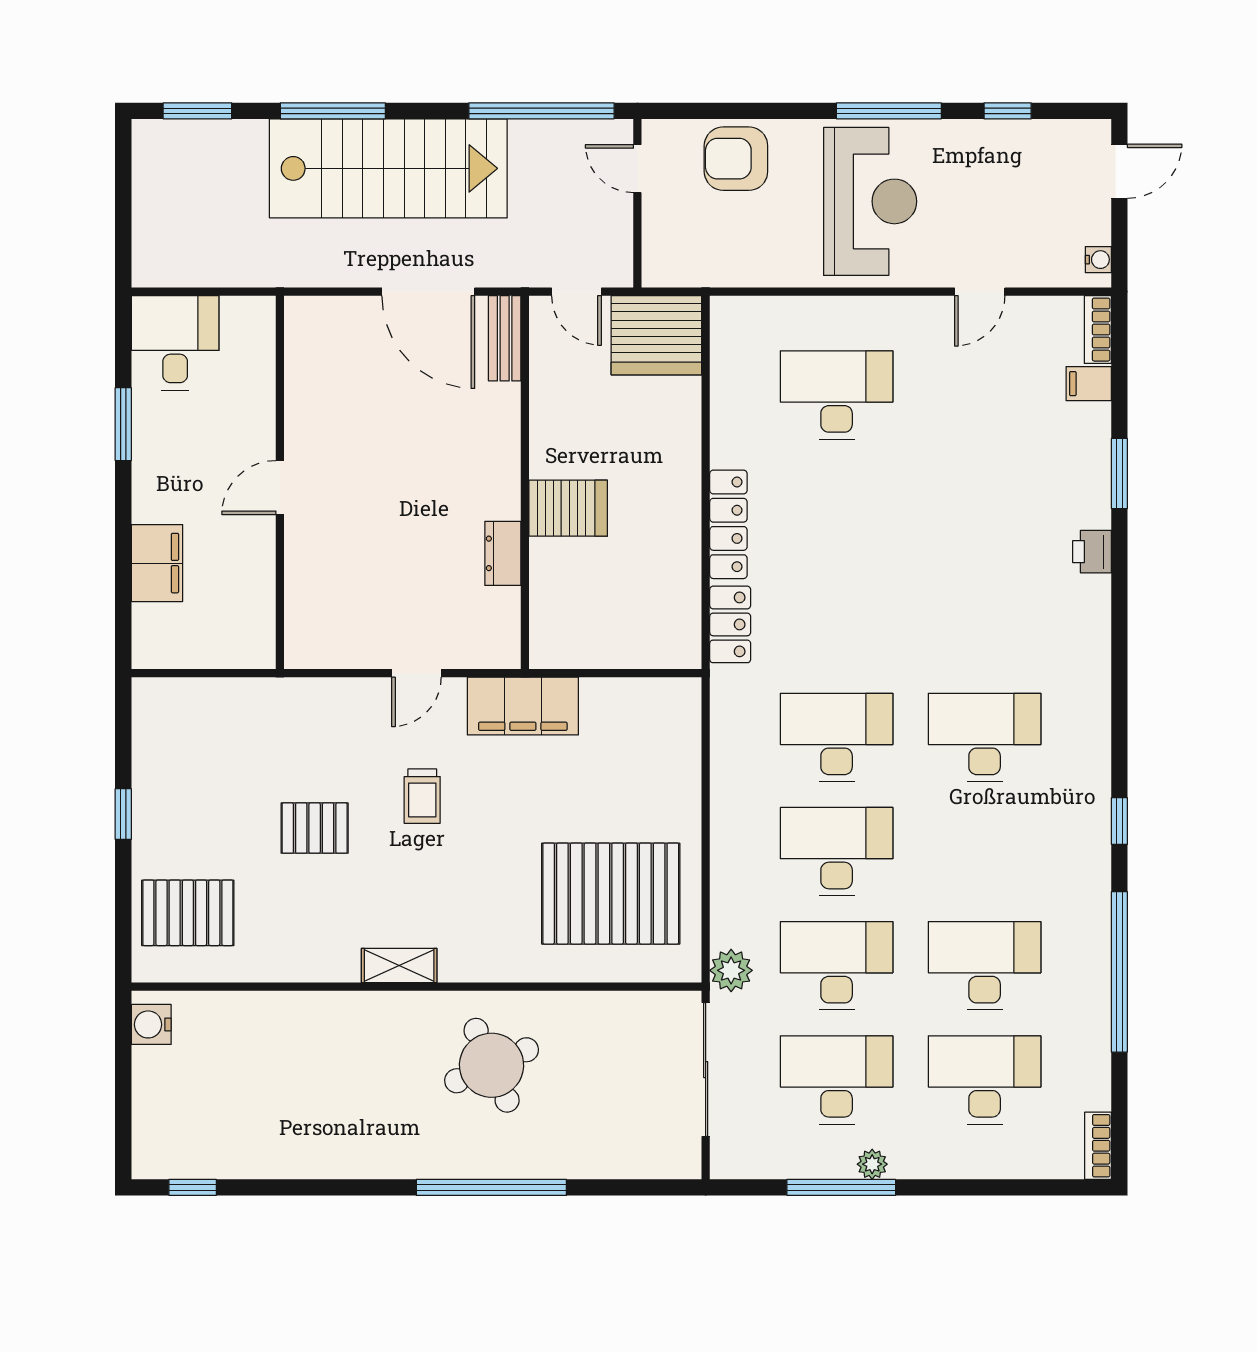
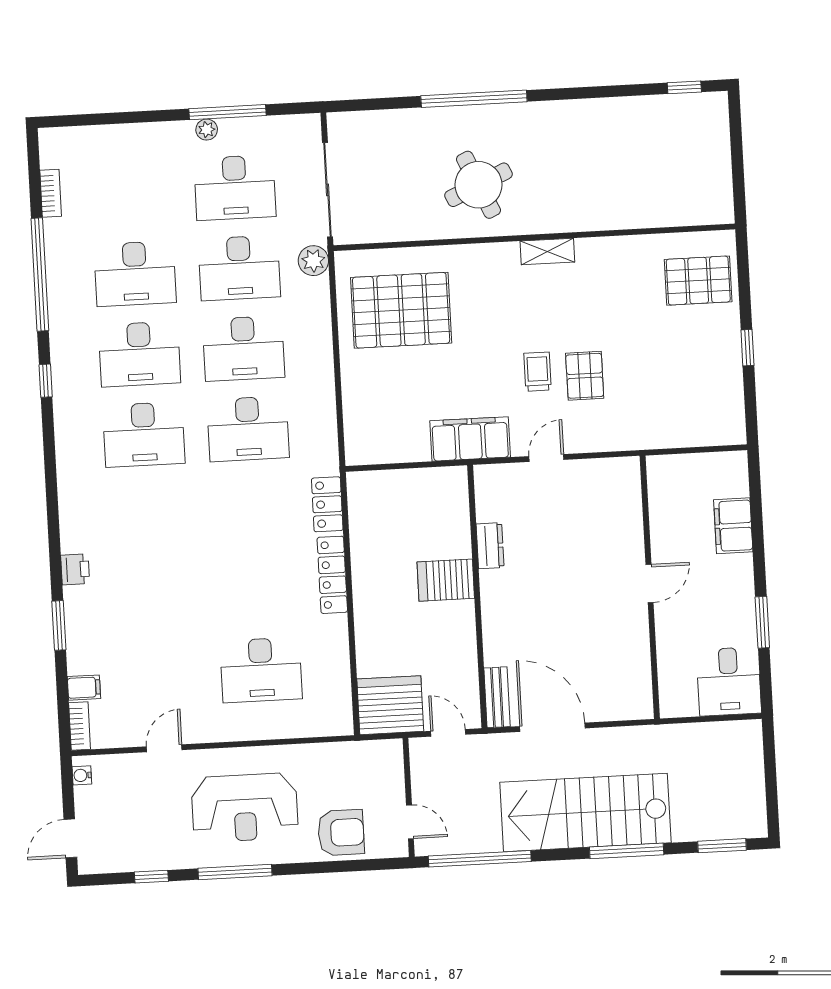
reception desk: (870, 201) -> (245, 808), turned -90
pallet: (315, 828) -> (585, 376), moved, turned 90
water cooler: (151, 1024) -> (720, 201), removed
desk: (985, 1080) -> (139, 354), moved
bookcase: (1098, 1146) -> (51, 193), moved

